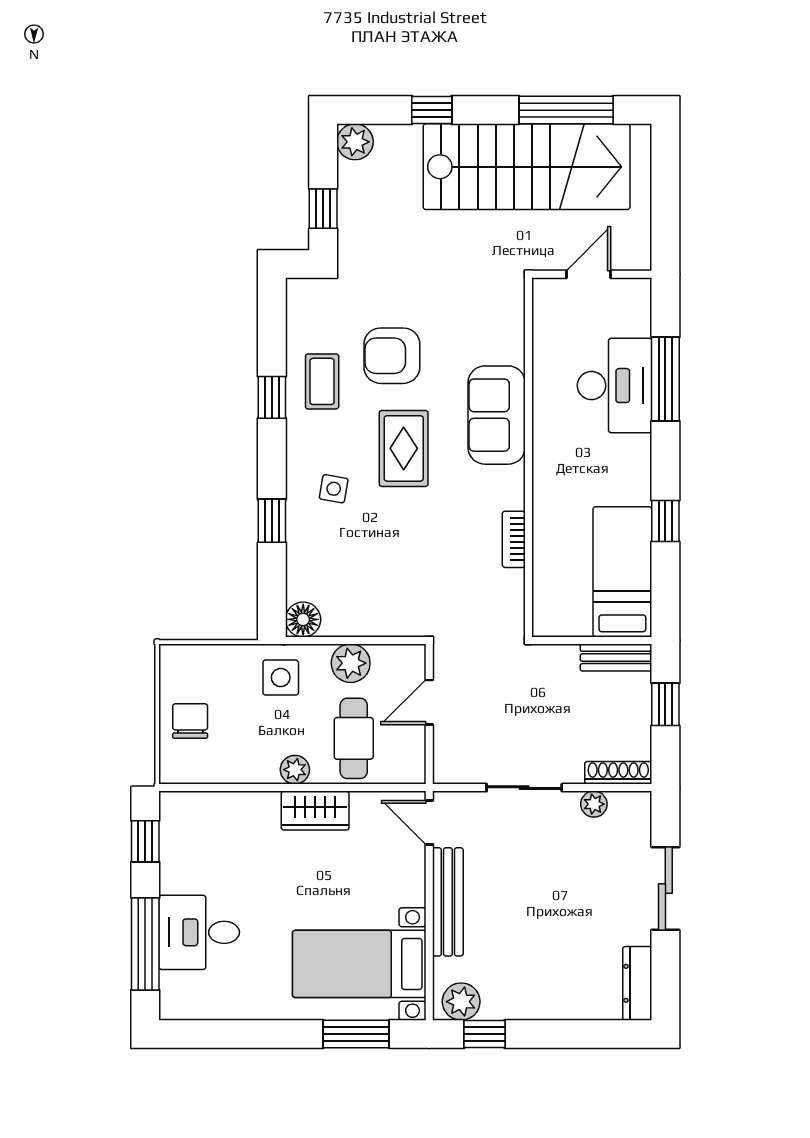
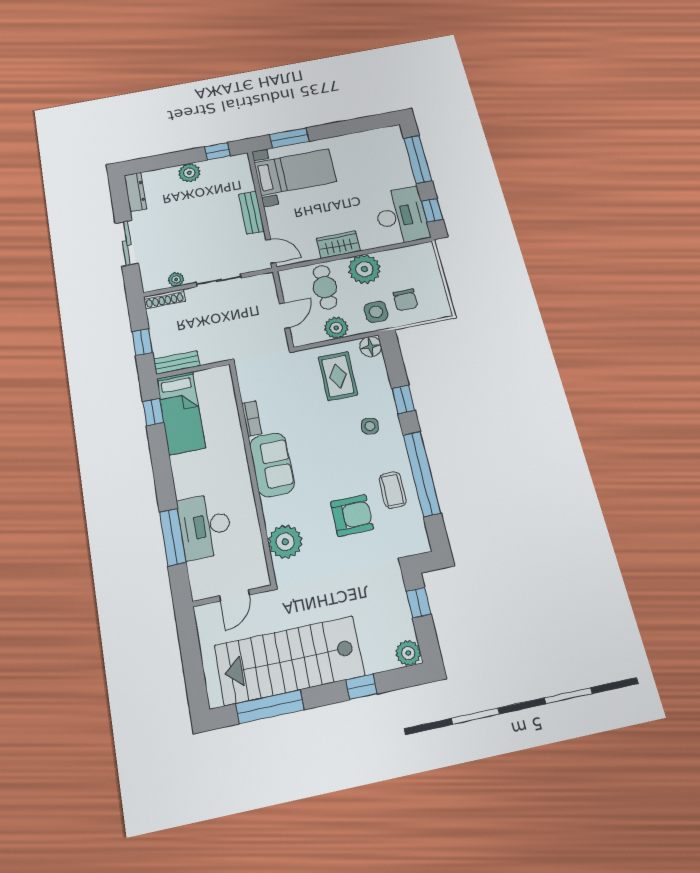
plant: (499, 337) -> (285, 542), added
window: (272, 397) -> (422, 474), width x3.17
sofa: (497, 415) -> (272, 465), moved
rug: (404, 448) -> (338, 376), moved
window: (665, 521) -> (153, 412), moved
chair: (190, 721) -> (405, 300), moved
plant: (295, 770) -> (364, 269), width x1.87, depth x1.87
bench: (448, 902) -> (251, 213), width x0.73
desk: (199, 932) -> (401, 216), moved, width x1.37
plant: (461, 1002) -> (189, 173), moved

